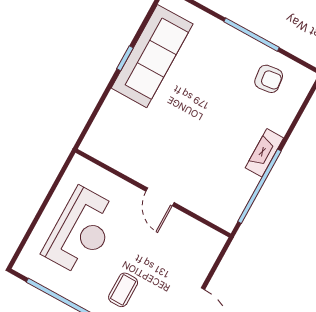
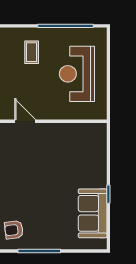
sofa: (152, 56) -> (93, 213), width x0.73
door: (160, 197) -> (25, 121), moved

